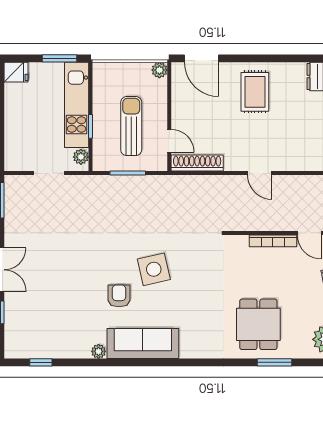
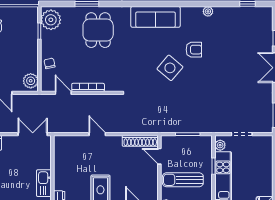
sun lounger: (131, 126) -> (183, 180), moved, turned 90
side table: (154, 269) -> (170, 68), turned -37
armchair: (119, 296) -> (194, 50), turned -90
sofa: (143, 344) -> (155, 17), moved

